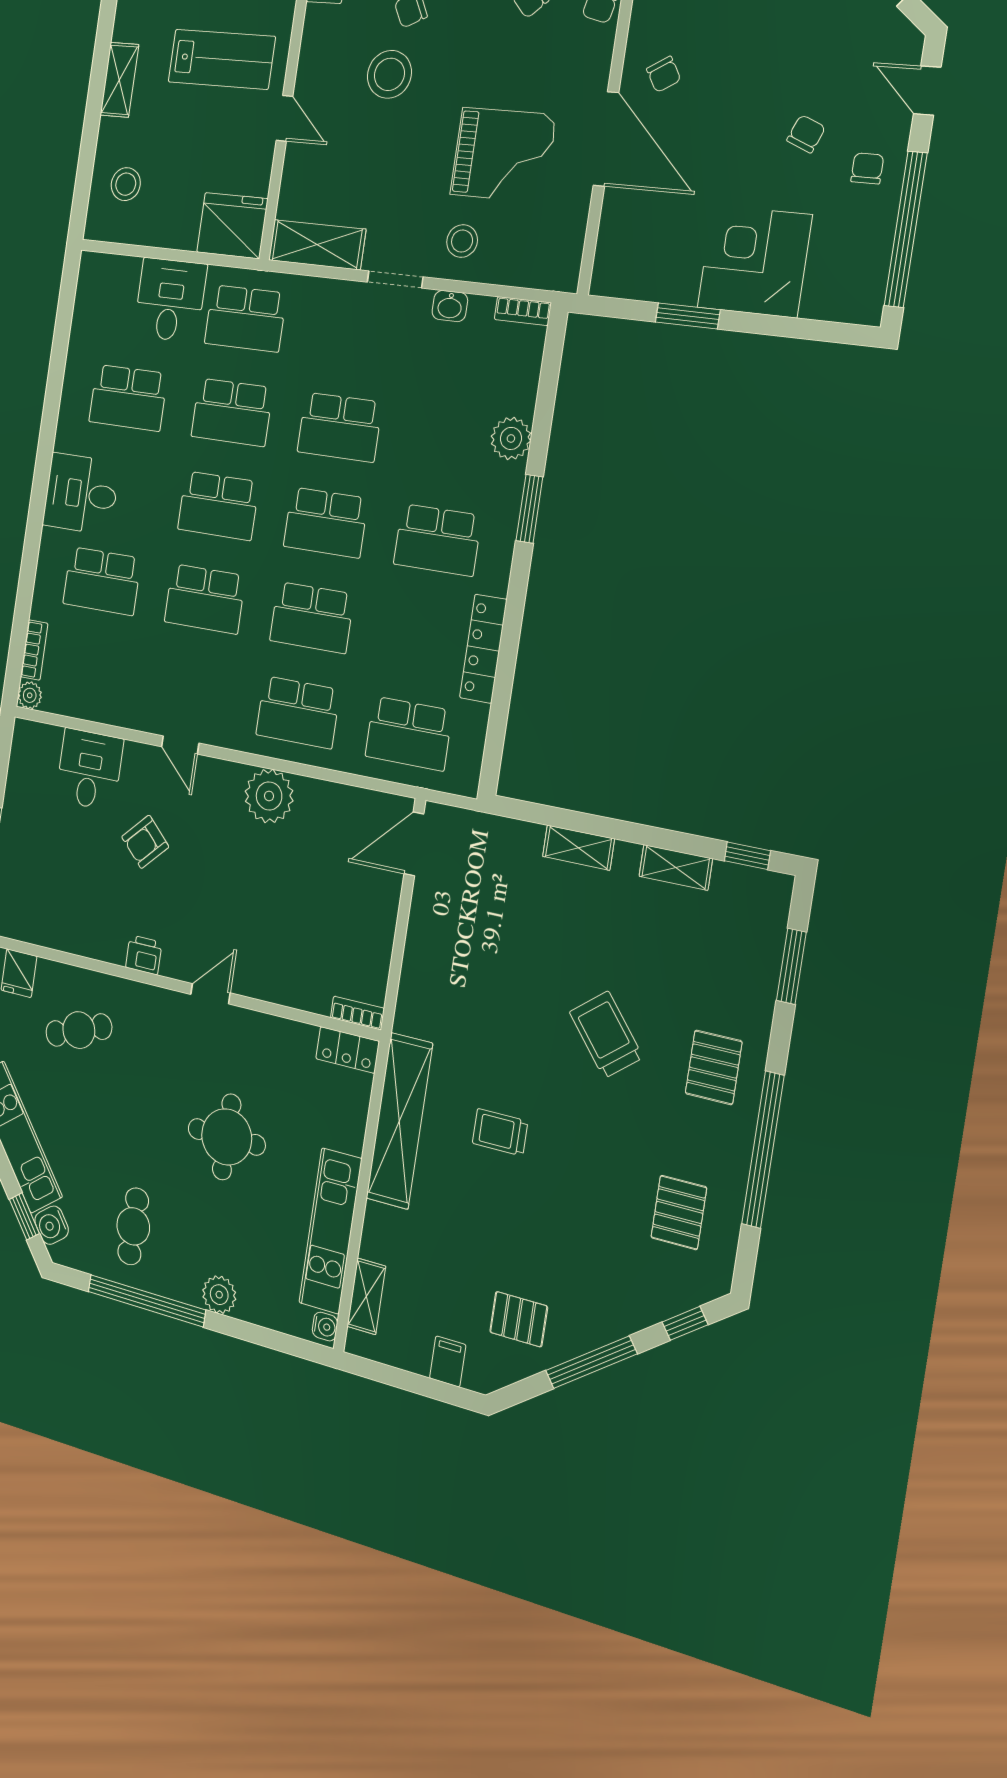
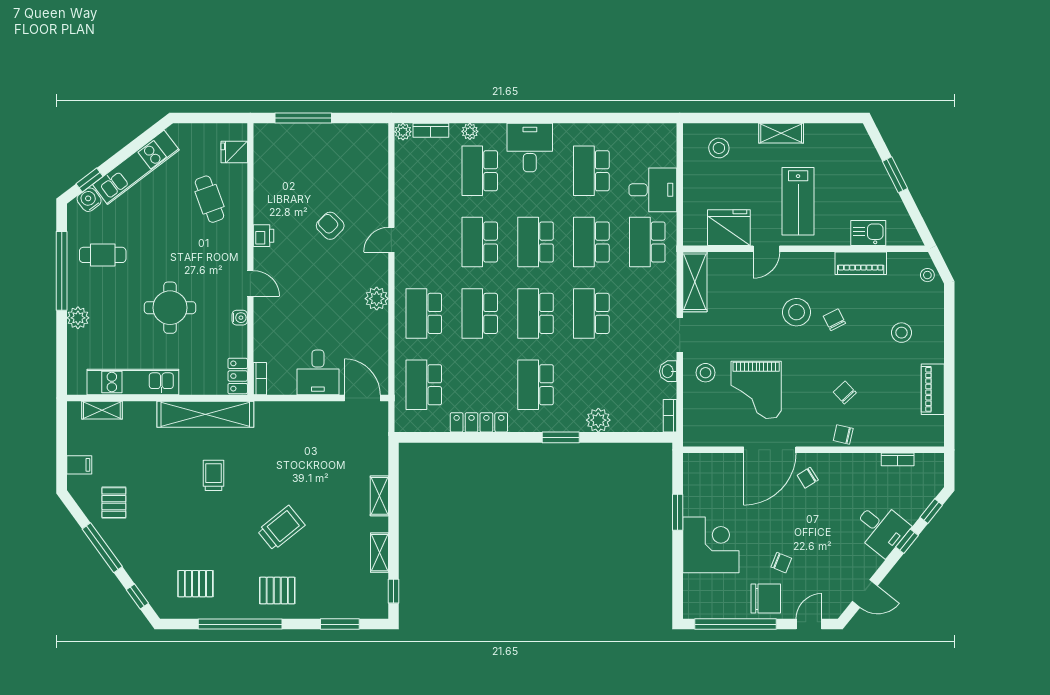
chair: (867, 168) -> (766, 599), width x1.87, depth x1.87
fridge: (232, 226) -> (729, 228), moved, turned -90
plant: (45, 587) -> (470, 131), added
desk: (89, 770) -> (318, 372), moved, turned 90
plant: (269, 796) -> (377, 299), width x0.73, depth x0.73
water cooler: (325, 1327) -> (240, 318), moved, turned -90

